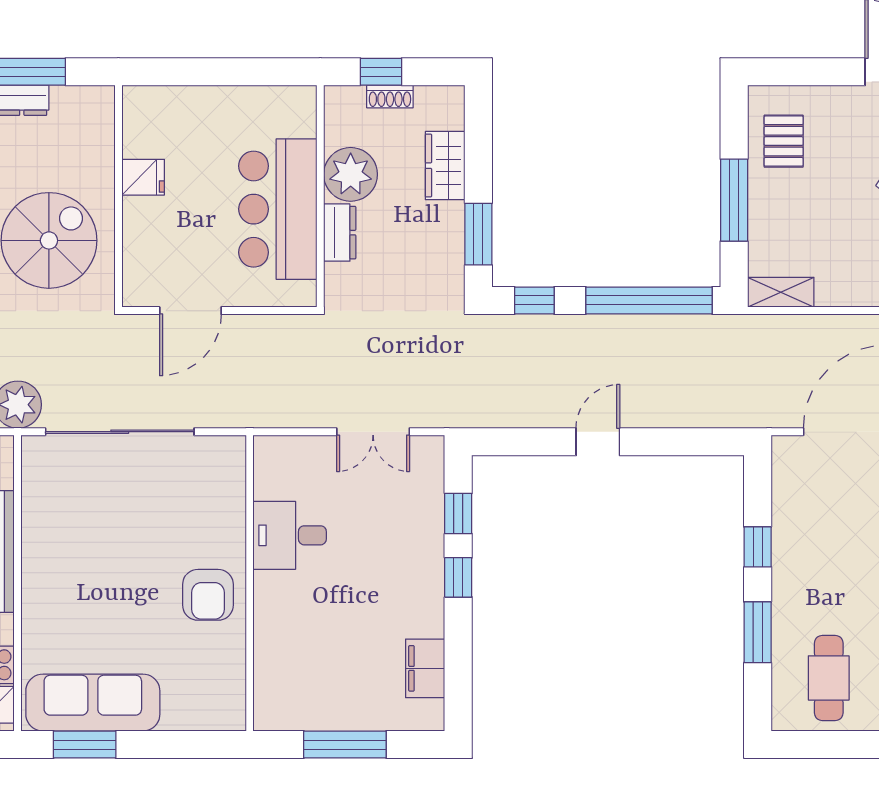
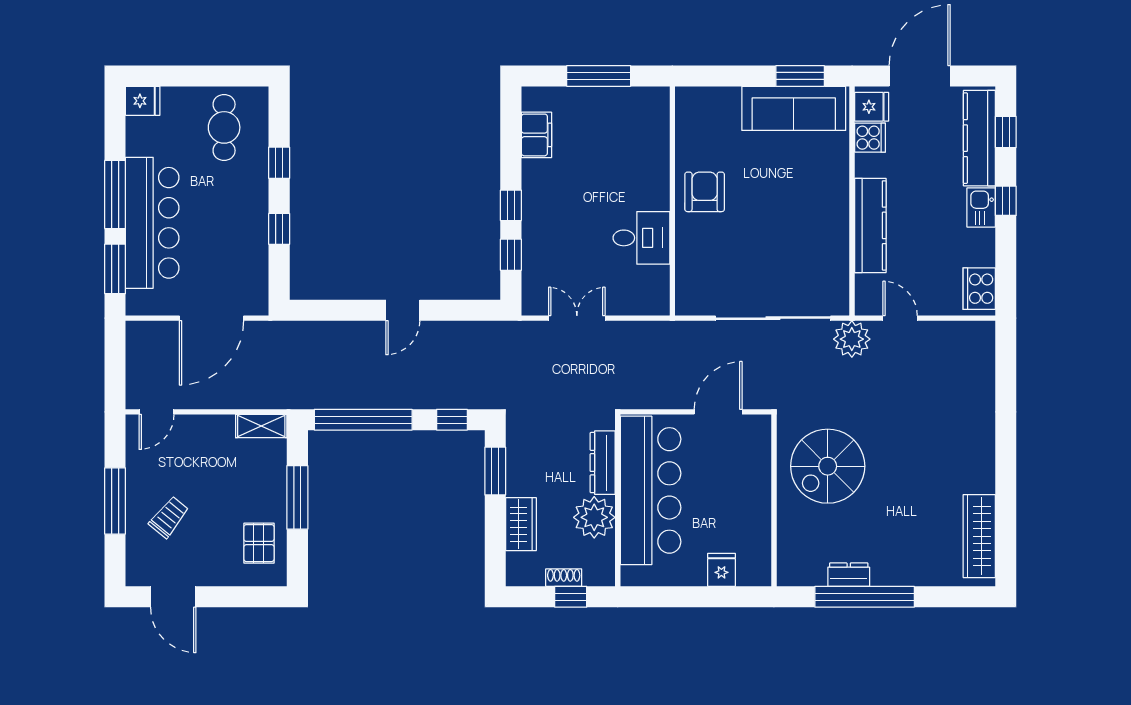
fridge: (143, 177) -> (721, 570), moved, turned 90
bar counter: (278, 209) -> (651, 490), width x1.36
dresser: (340, 233) -> (603, 463), width x1.44
window: (758, 632) -> (279, 163), width x0.67

